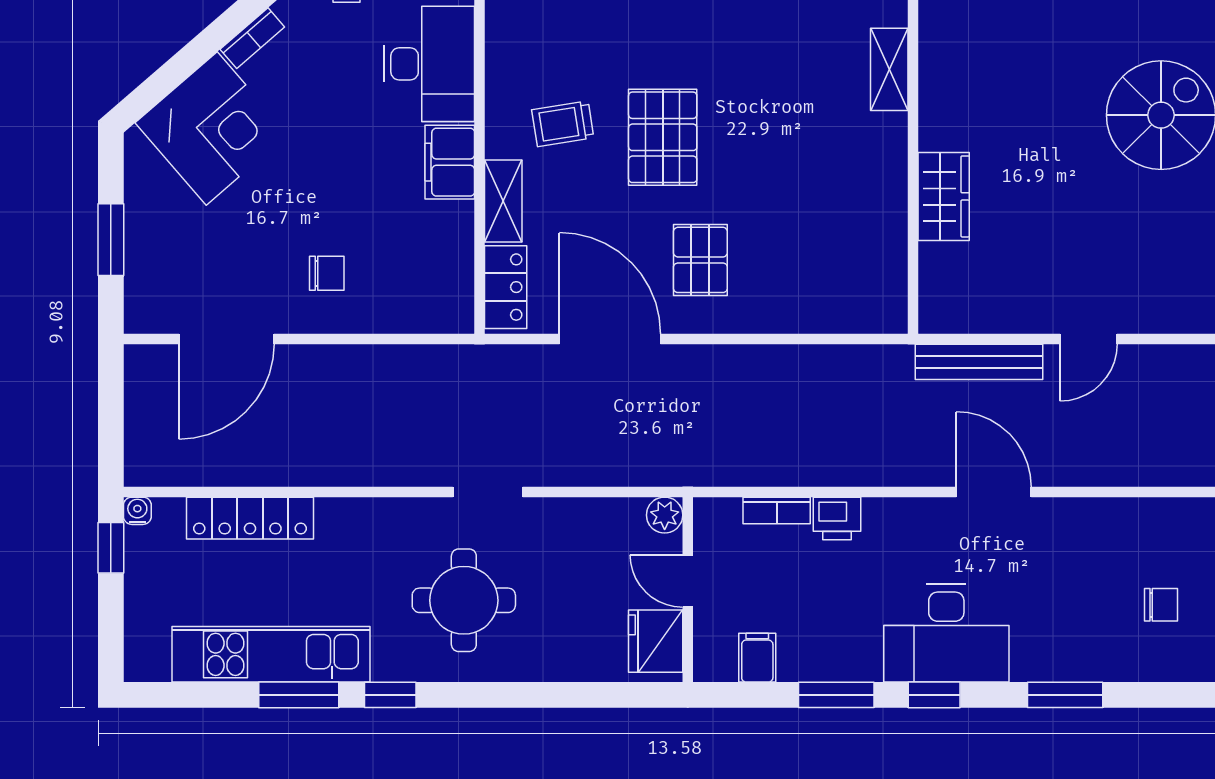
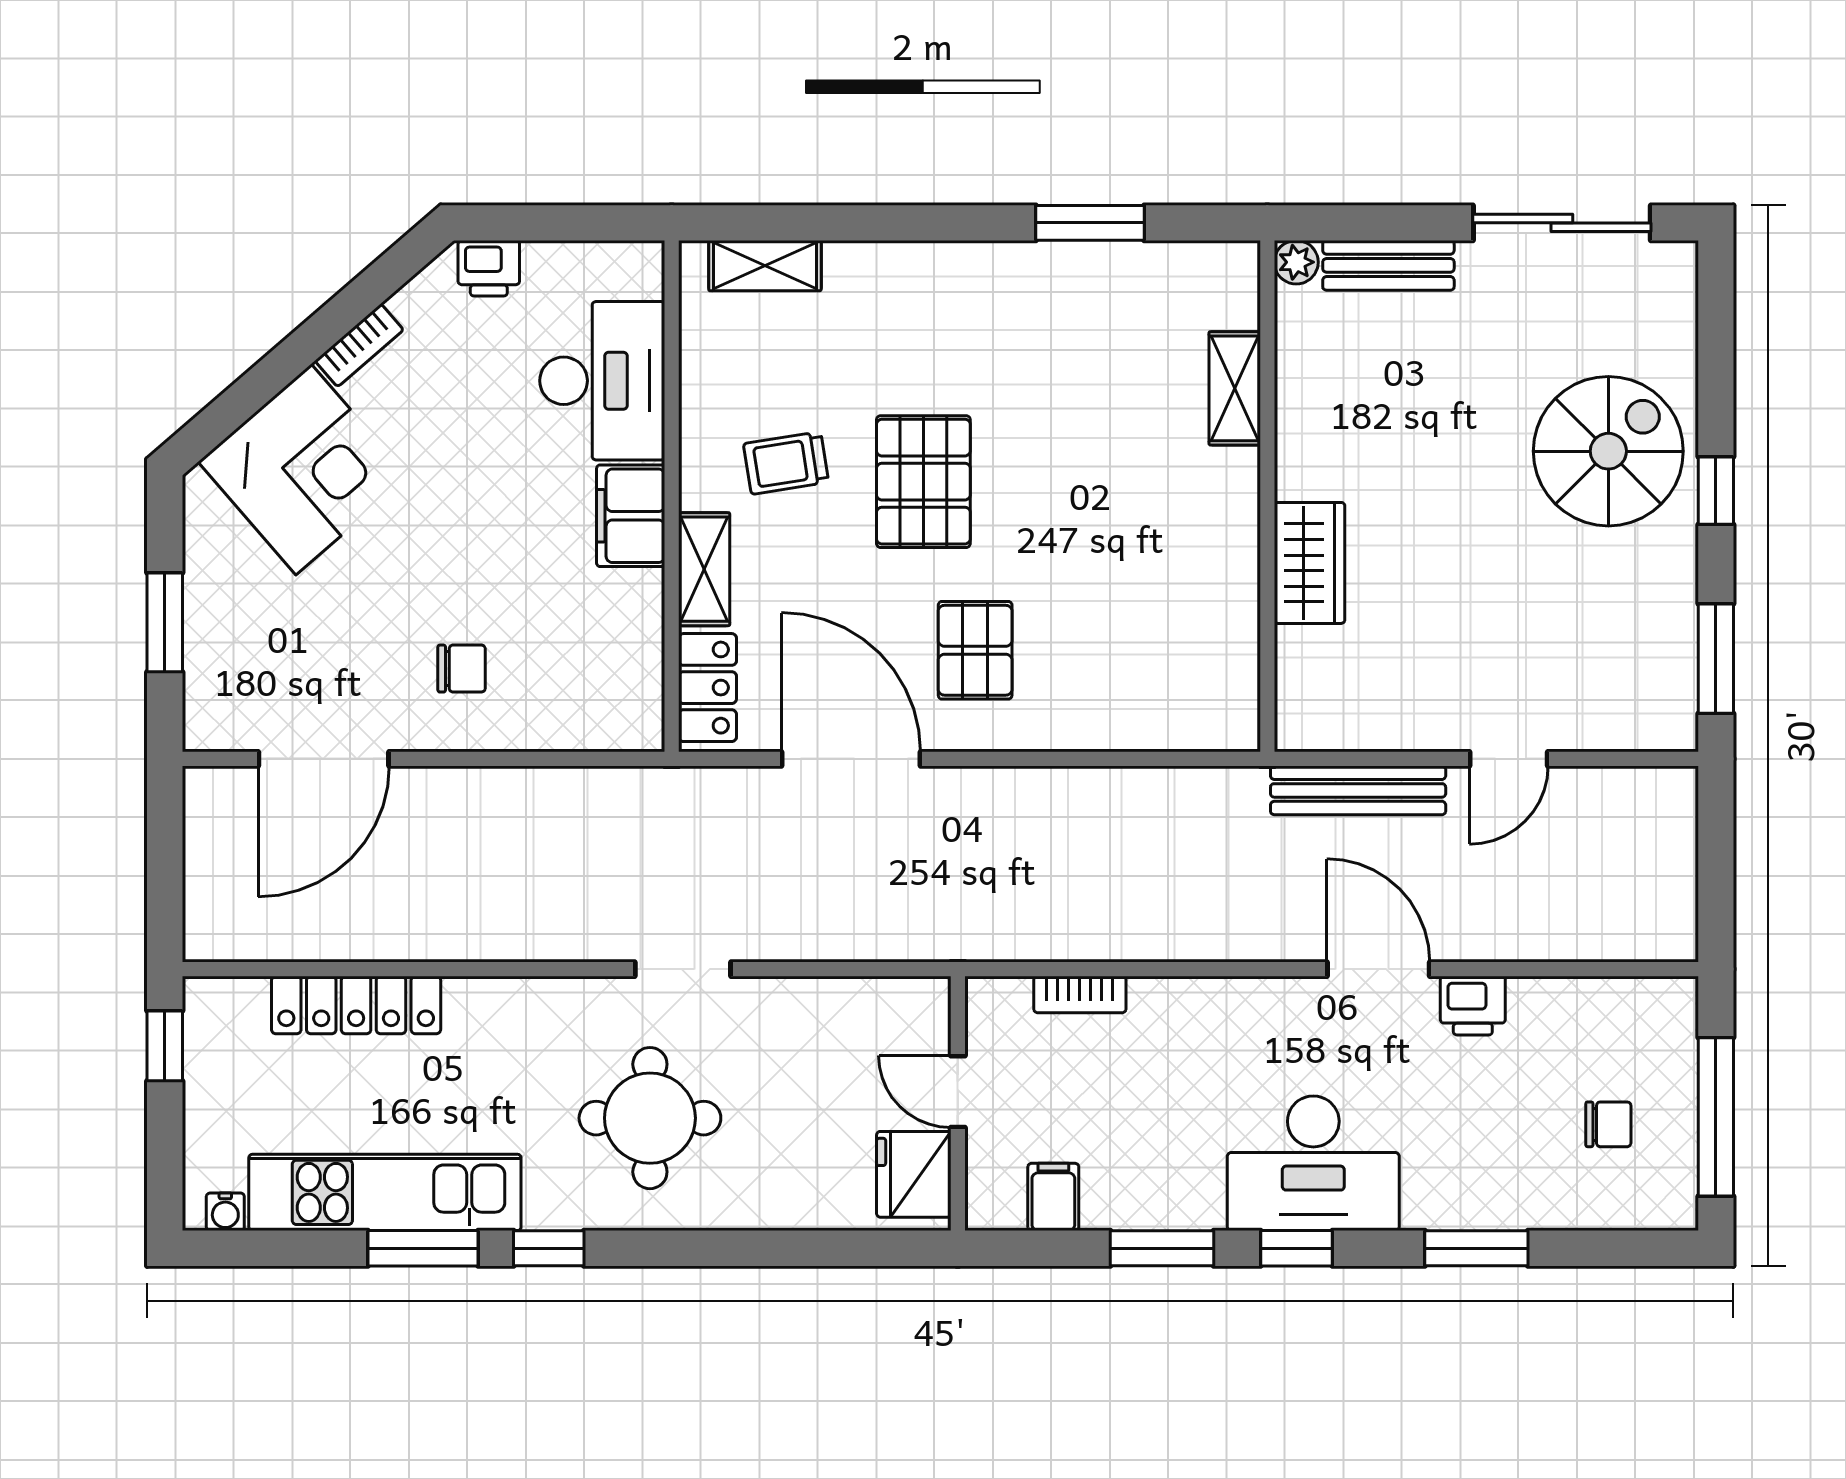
water cooler: (137, 511) -> (225, 1212), moved, turned 180
plant: (665, 515) -> (926, 1001), removed
printer: (837, 518) -> (1473, 1006), moved

